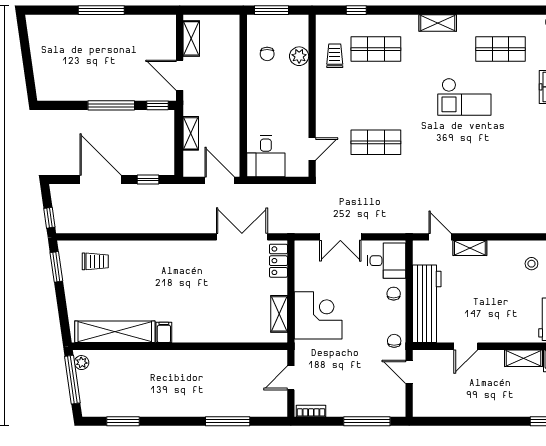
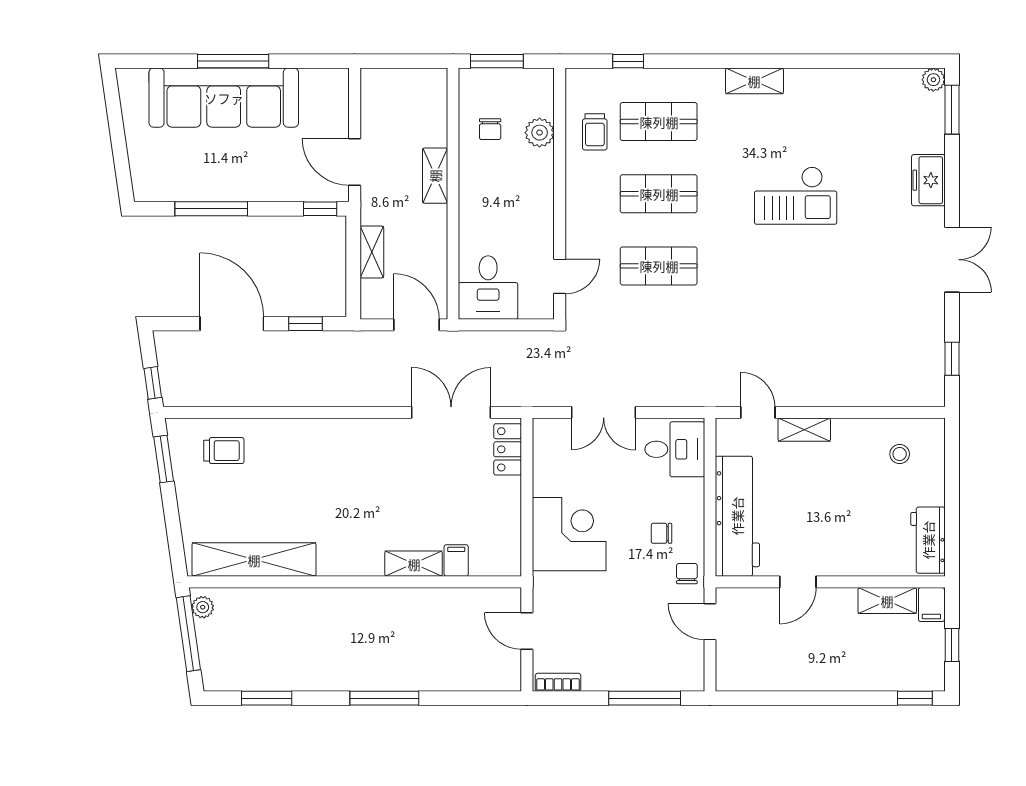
sofa: (95, 34) -> (224, 98), added
shelving: (191, 38) -> (435, 176), moved
shop shelf: (501, 49) -> (659, 194), moved
trolley: (335, 56) -> (595, 132), turned 180
window: (111, 105) -> (211, 209), moved
chair: (394, 294) -> (661, 533), moved, turned -90
shelving: (279, 314) -> (414, 564), moved, turned 90
filing cabinet: (164, 332) -> (456, 561), moved
door: (291, 378) -> (527, 631), hinge flipped
window: (228, 421) -> (384, 698), moved

